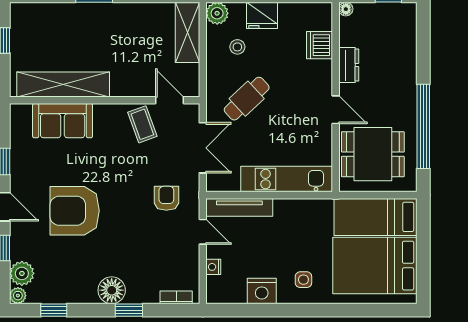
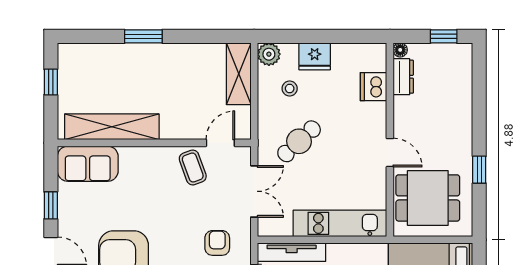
dresser: (349, 65) -> (403, 77), moved
door: (170, 100) -> (220, 143), hinge flipped
sofa: (63, 121) -> (88, 164), moved
window: (423, 126) -> (479, 170), width x0.32

